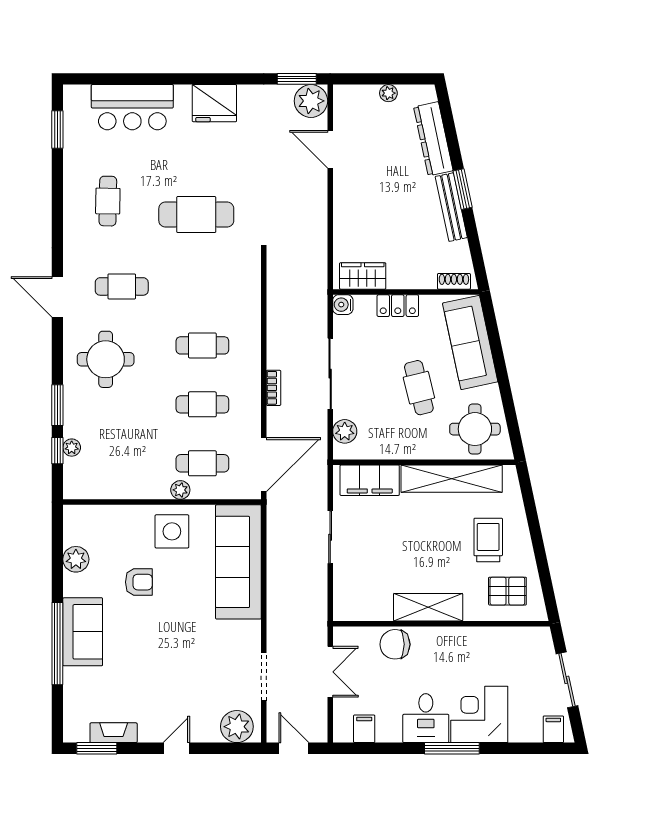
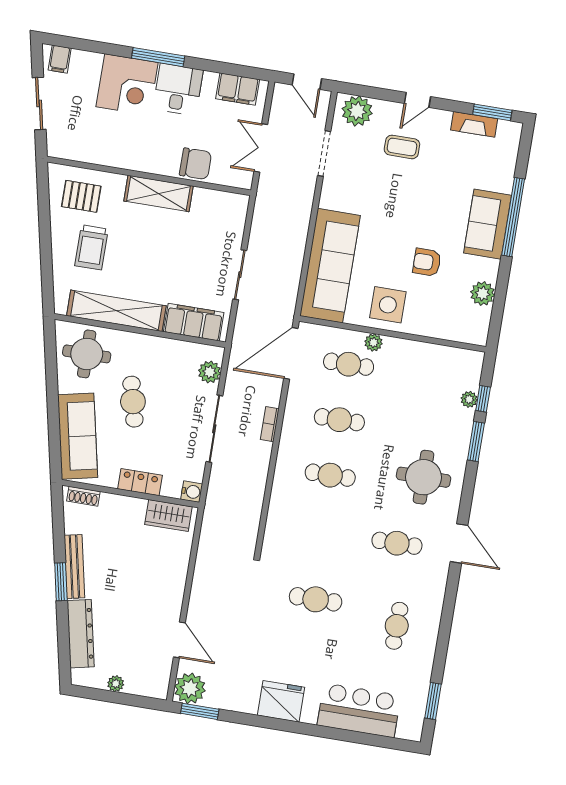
cafe table: (196, 215) -> (316, 599), width x0.73, depth x0.74
coffee table: (184, 697) -> (402, 147), added
filing cabinet: (364, 729) -> (238, 89), width x2.00

